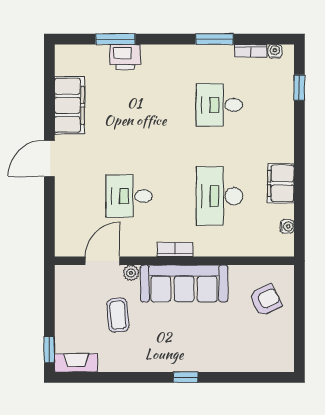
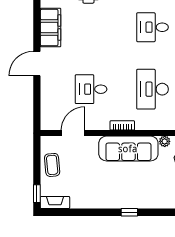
plant: (131, 273) -> (165, 141), moved
coffee table: (118, 315) -> (52, 165), moved

